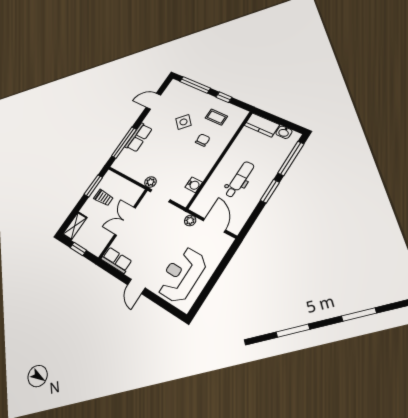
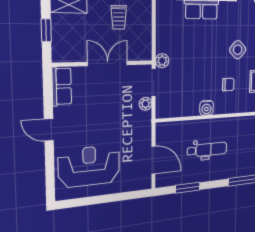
water cooler: (194, 185) -> (207, 108), moved
window: (270, 191) -> (188, 188), moved
plant: (190, 221) -> (146, 104), moved
door: (214, 225) -> (153, 160), hinge flipped
door: (136, 286) -> (49, 130), hinge flipped

